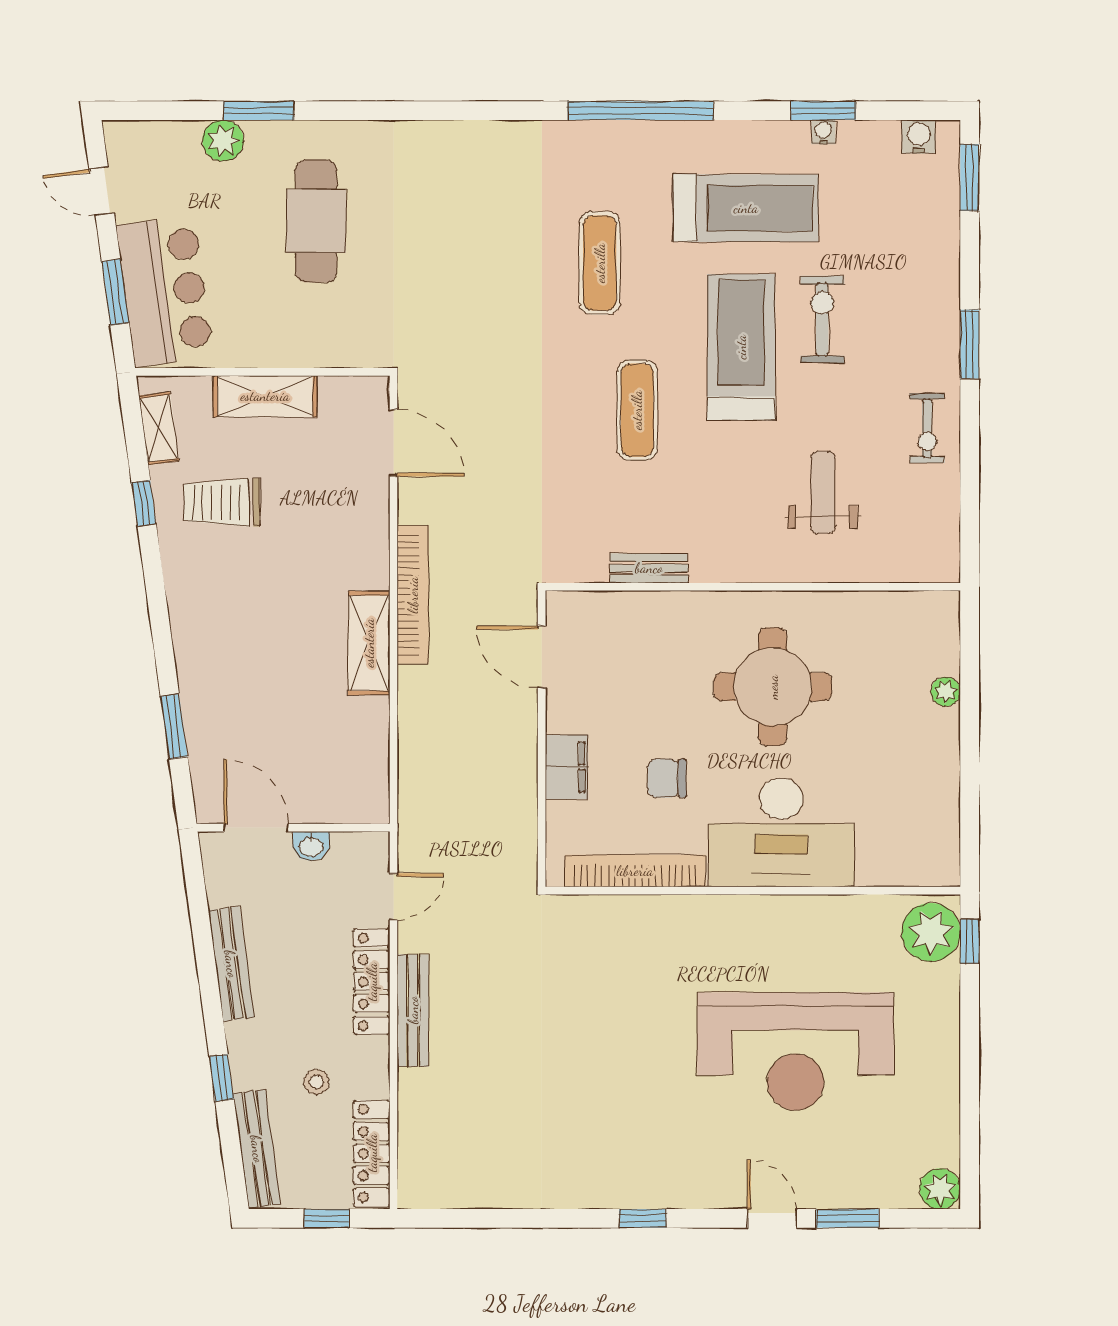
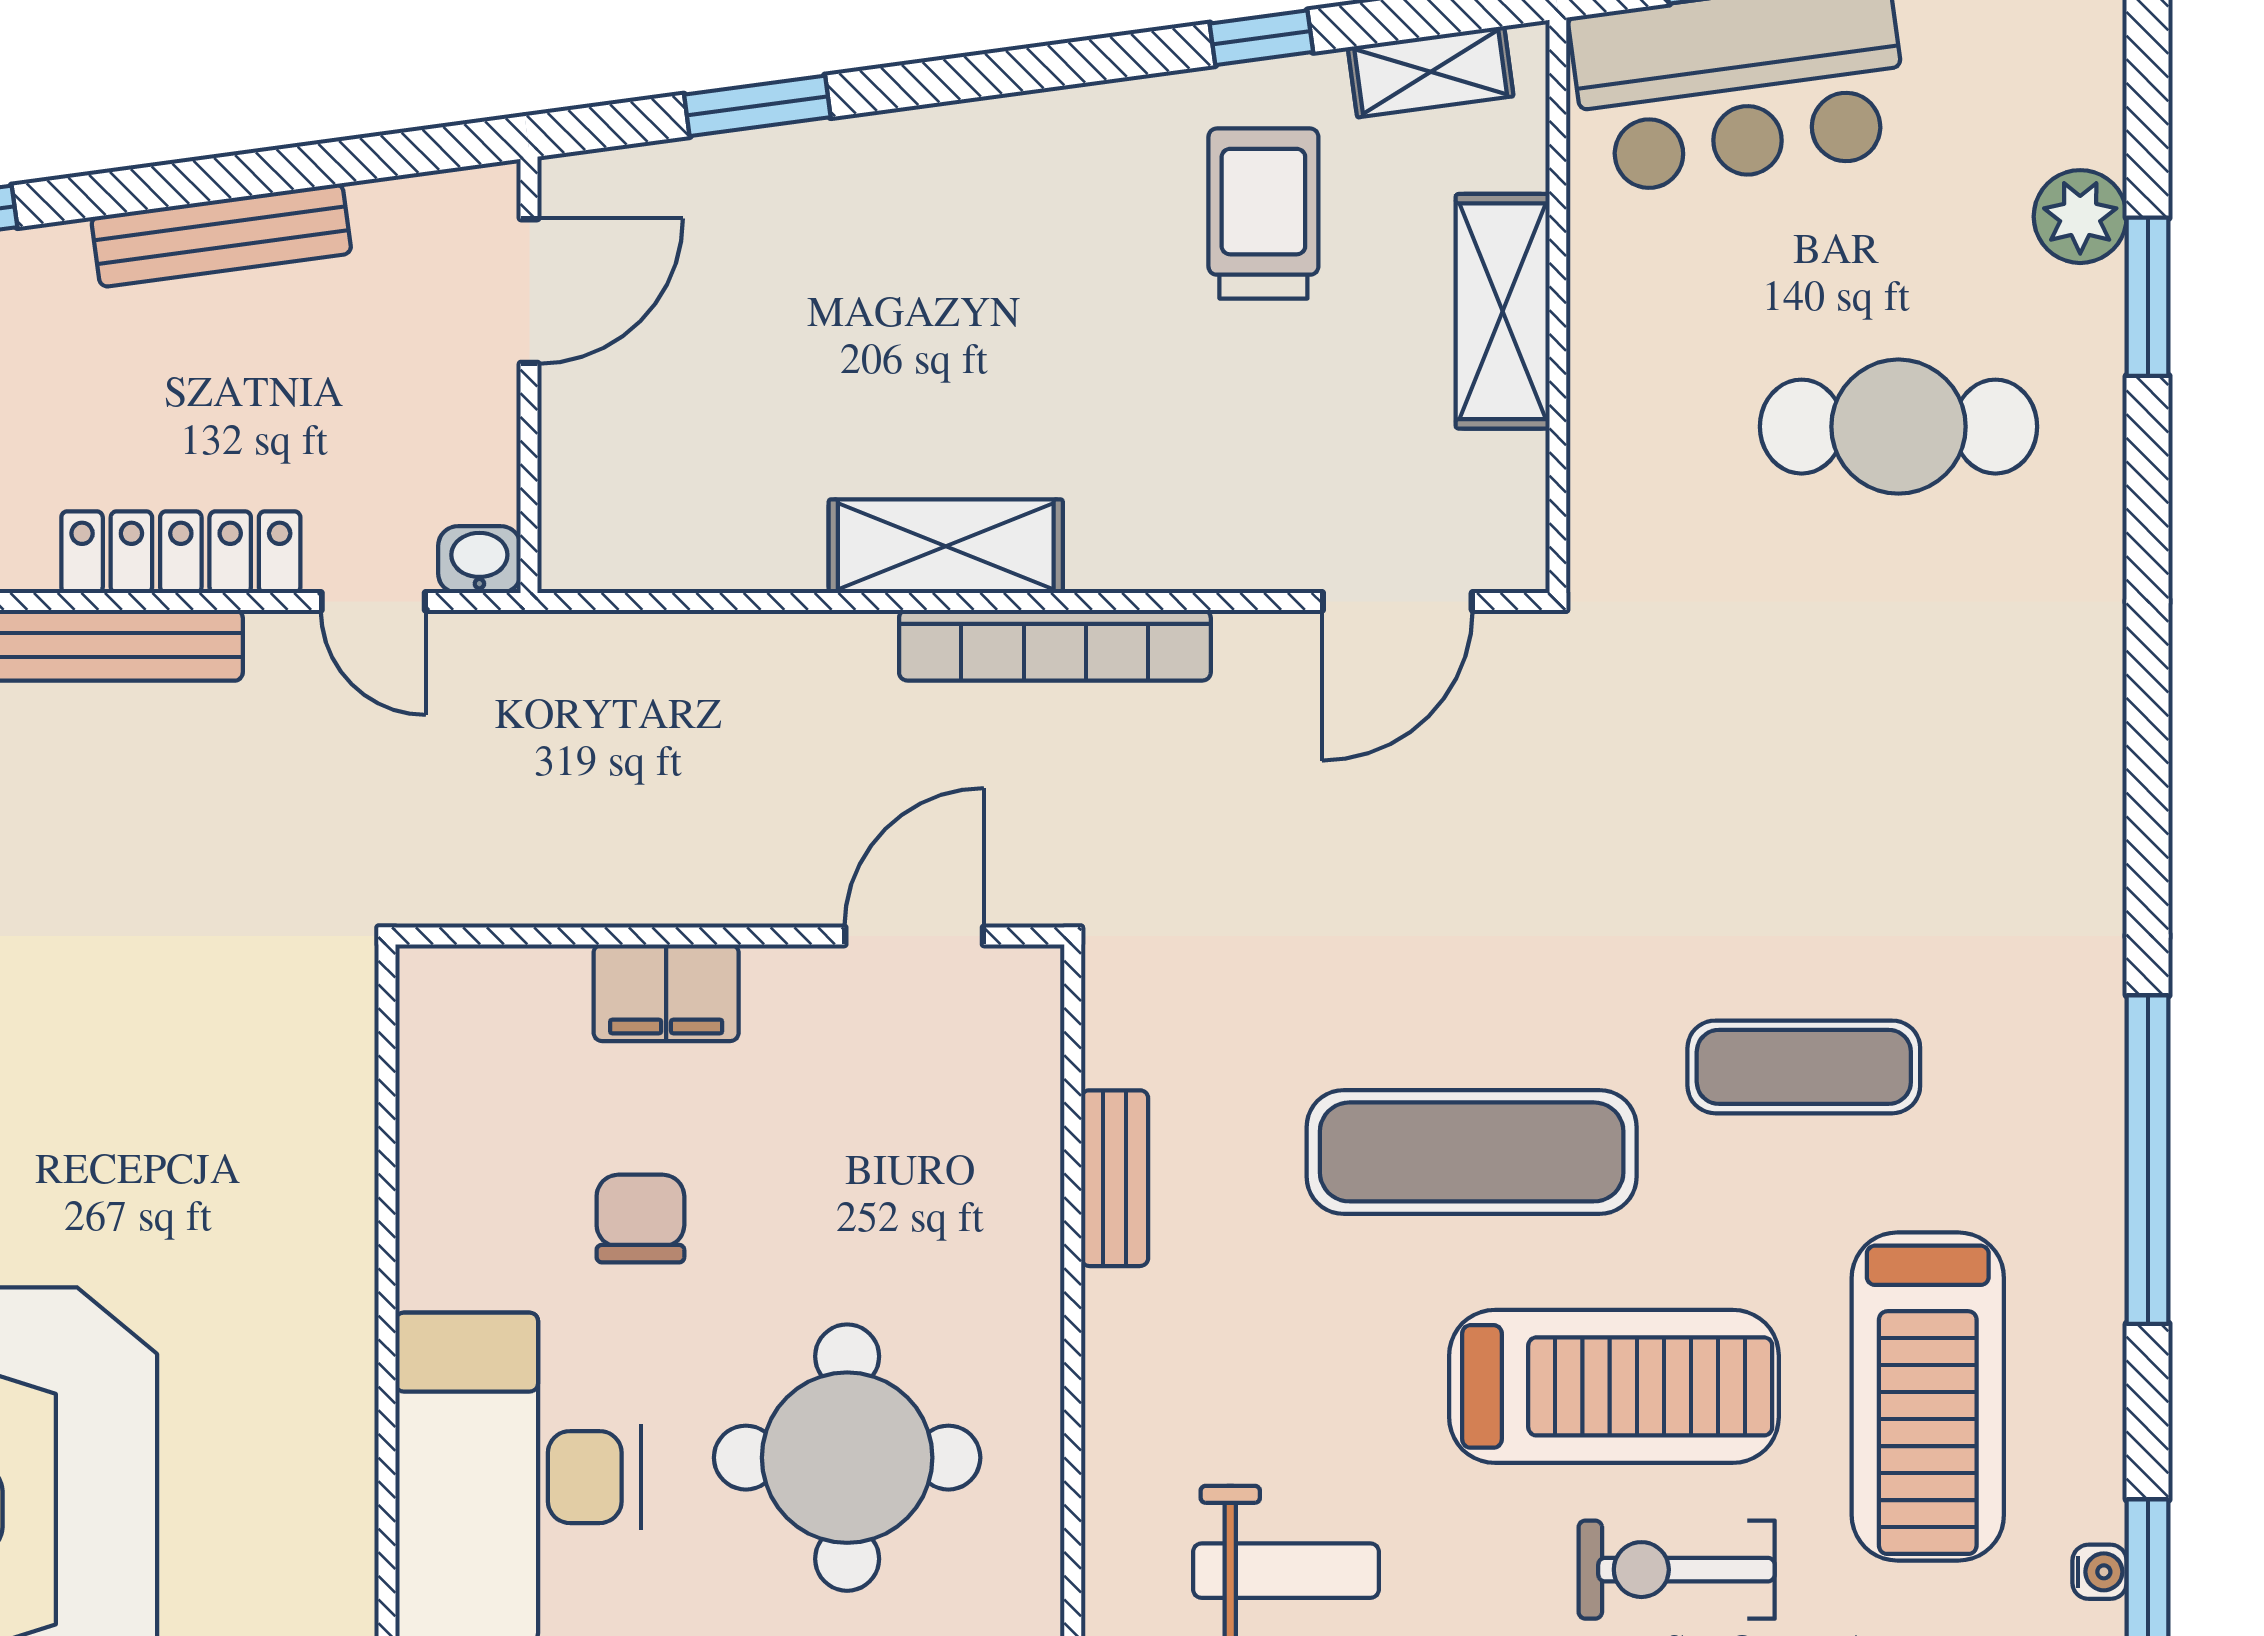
exercise bike: (822, 319) -> (1677, 1570), turned 180
exercise mat: (637, 410) -> (1472, 1152), width x1.36, depth x1.45
washbasin: (311, 846) -> (479, 560), moved, turned 90
bookcase: (635, 871) -> (431, 1147), removed

